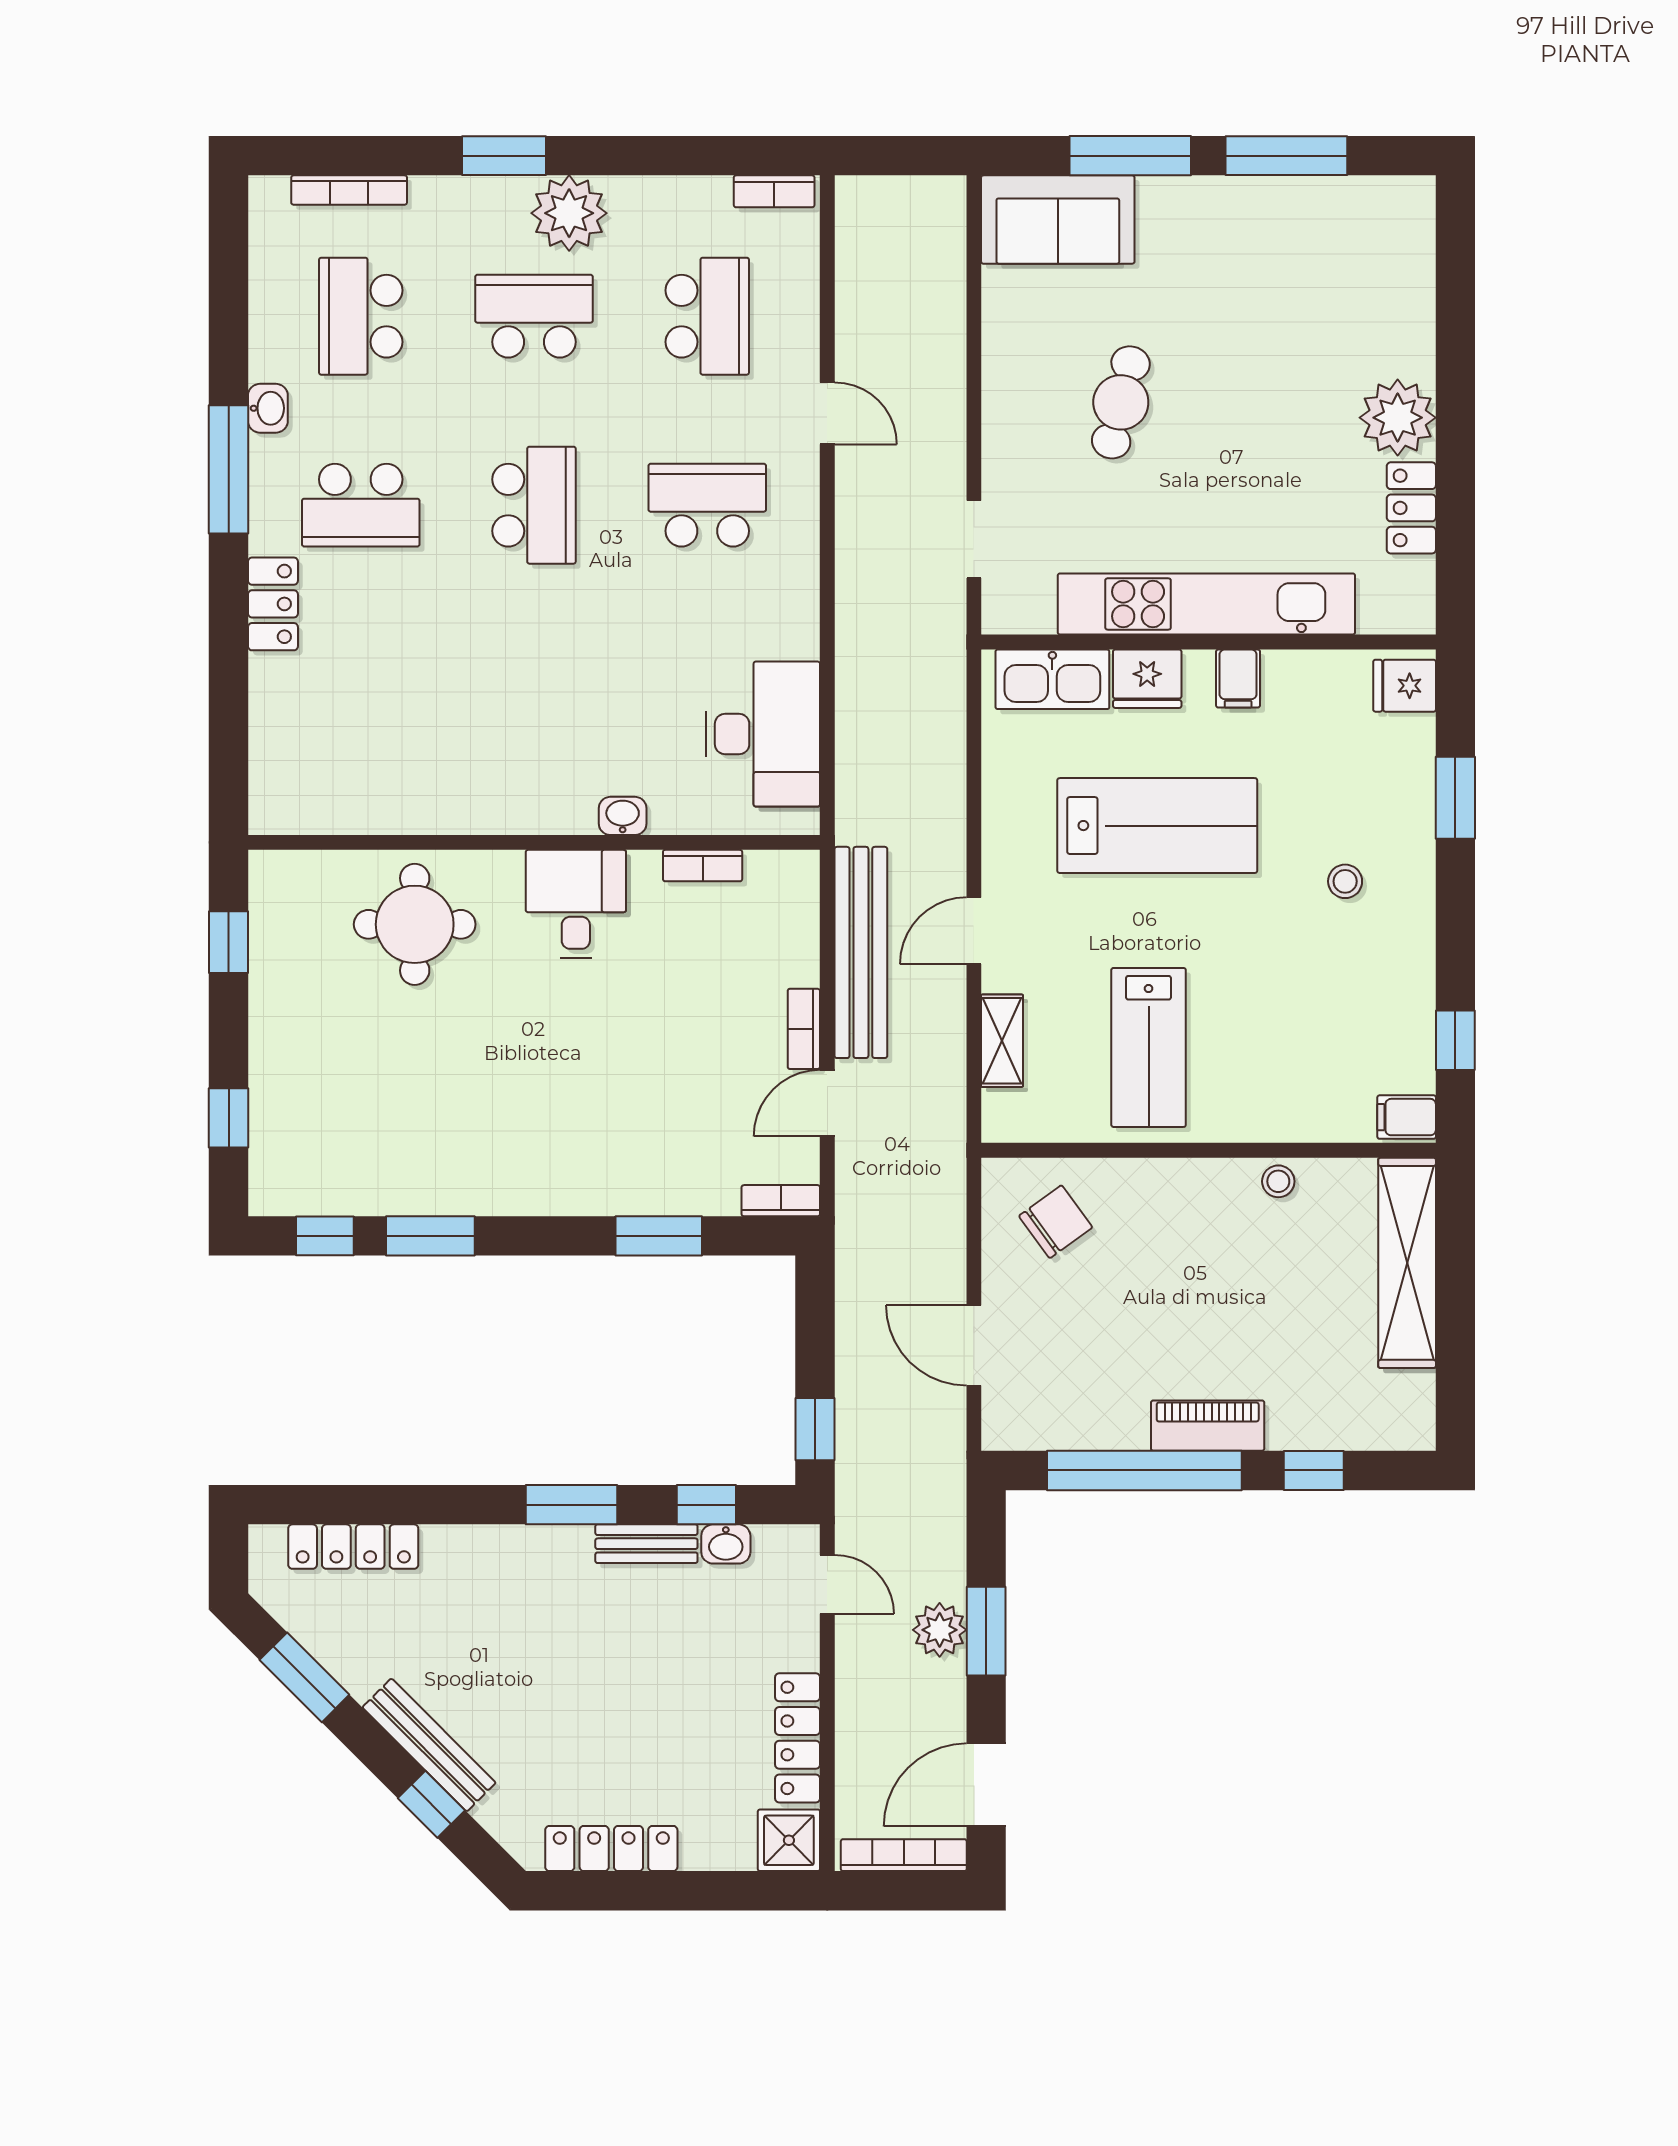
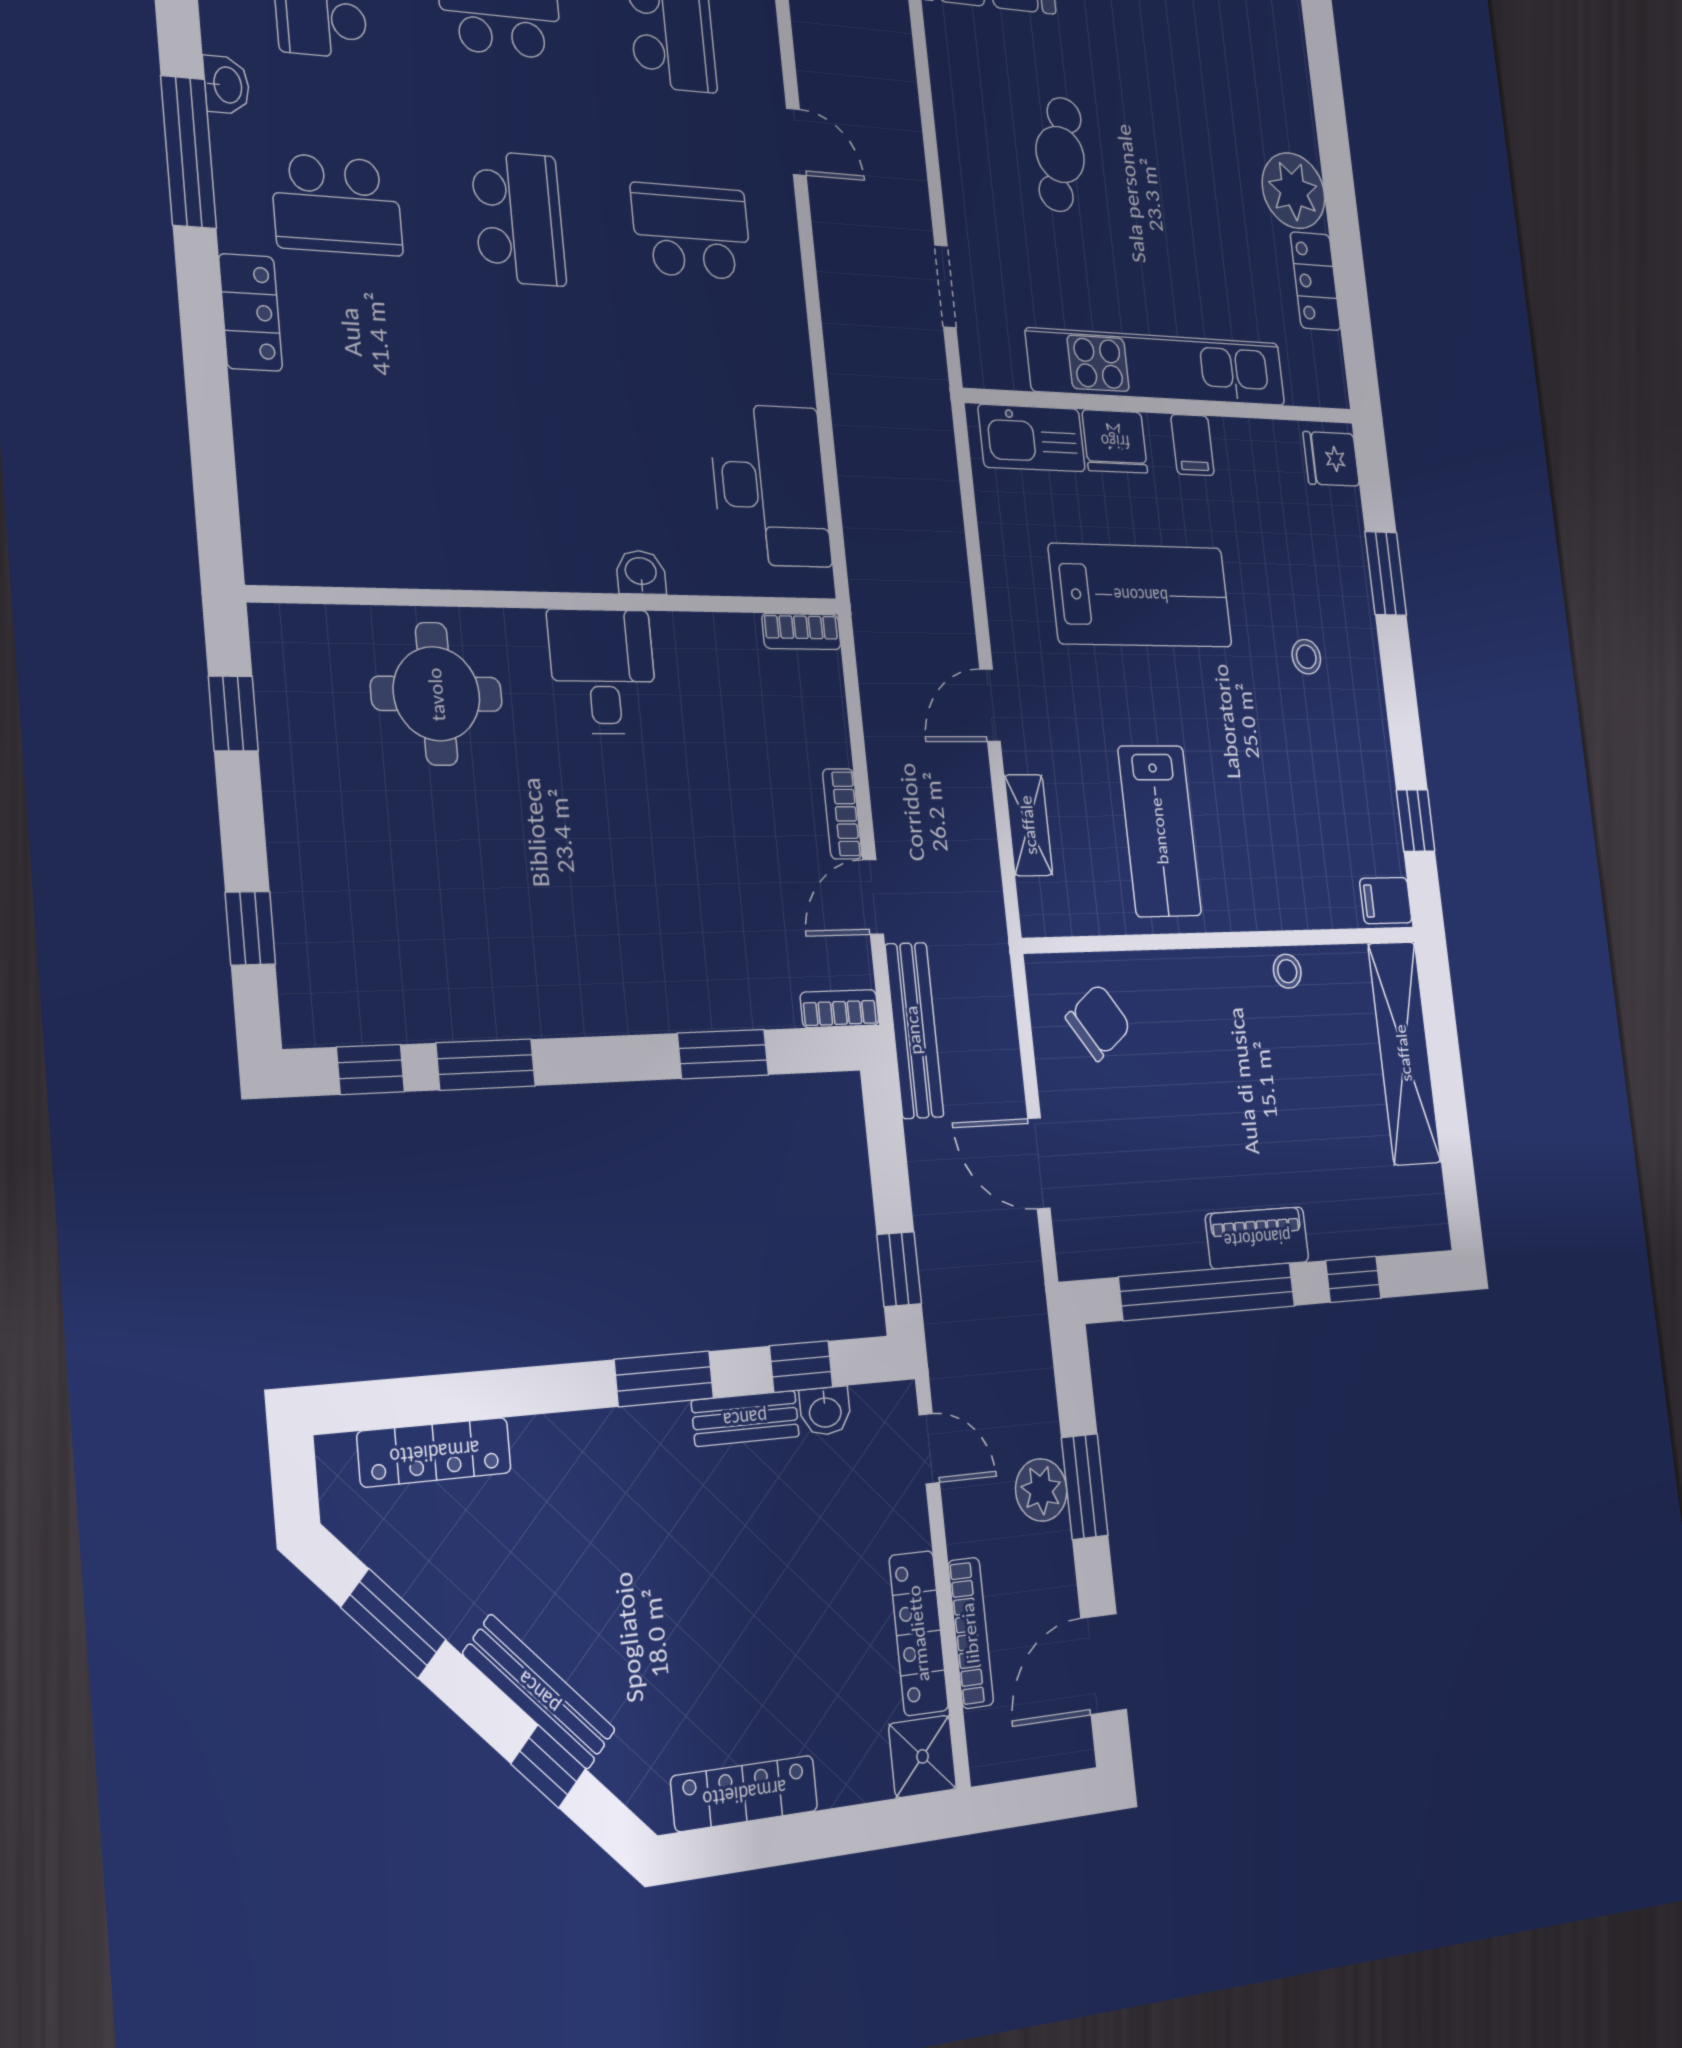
bookcase: (703, 866) -> (801, 631), moved
bench: (861, 952) -> (914, 1030), moved, width x0.73, depth x0.82
bookcase: (904, 1855) -> (971, 1633), moved, turned 90

